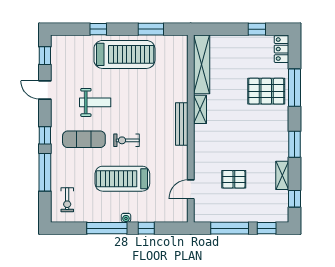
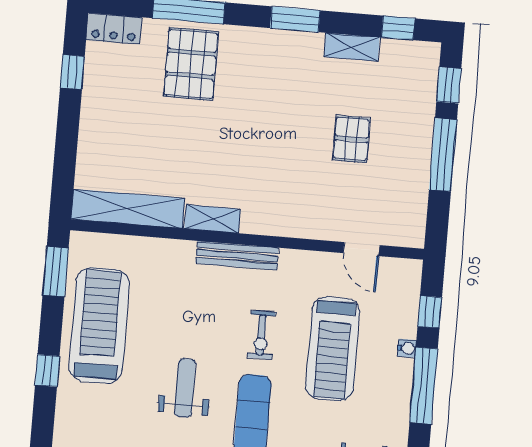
shelving: (202, 64) -> (128, 209), moved
shelving: (200, 109) -> (212, 219), moved
bench: (182, 124) -> (237, 256), moved
wall: (191, 129) -> (247, 239), moved
door: (191, 189) -> (361, 249), moved

